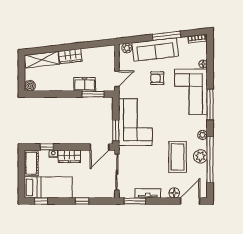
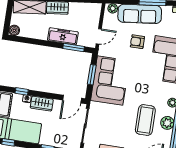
freezer: (85, 84) -> (63, 36), width x1.40
window: (116, 130) -> (92, 75), moved

